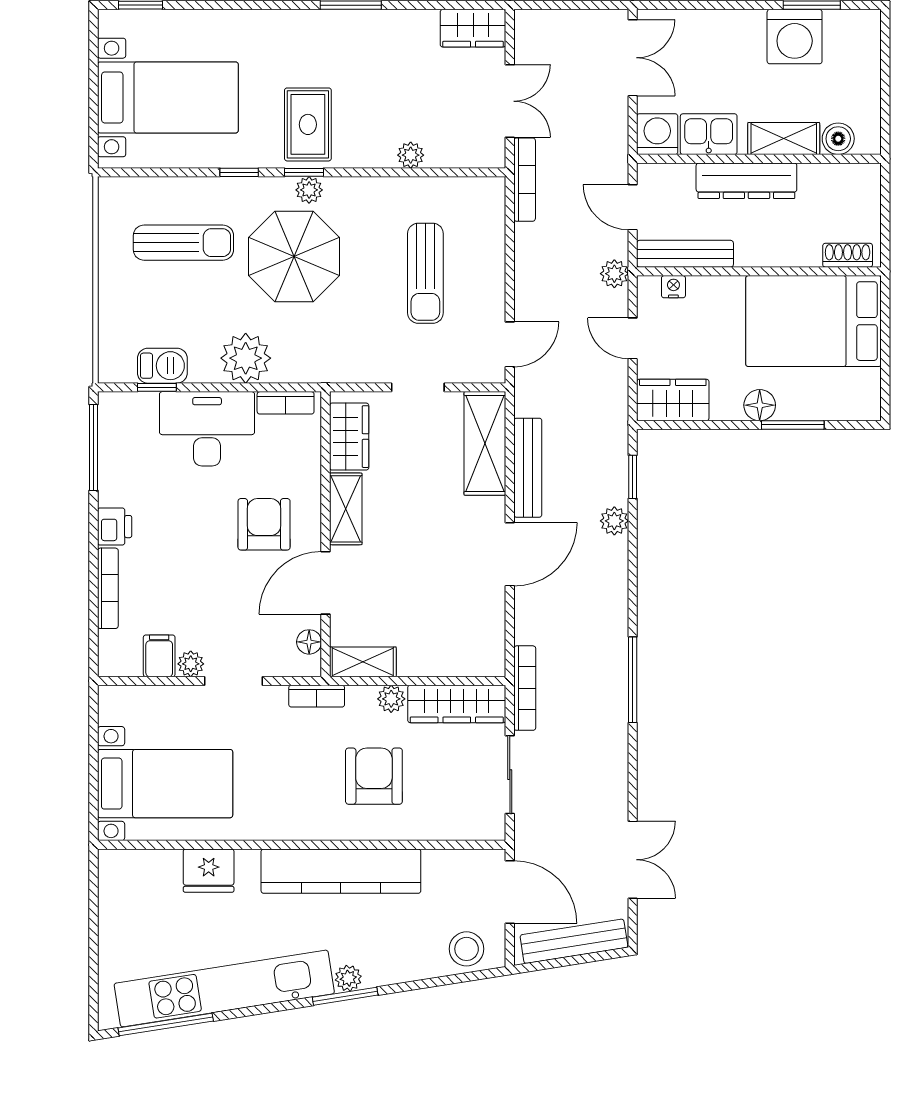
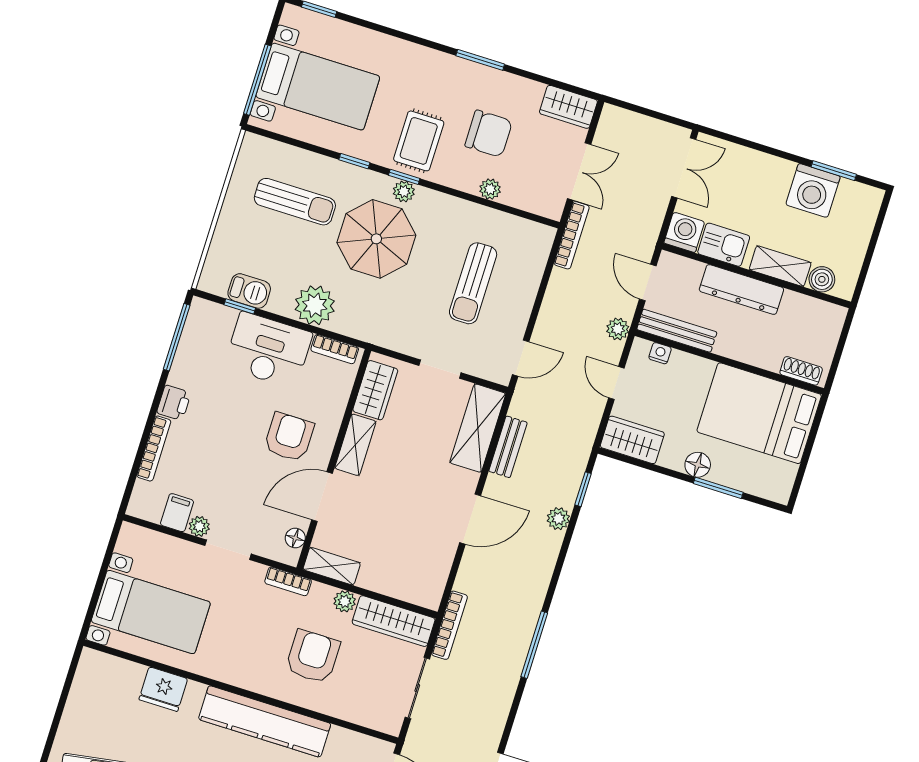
chair: (388, 90) -> (489, 134), added
window: (93, 112) -> (257, 80), added
bench: (528, 468) -> (508, 447), width x0.73

